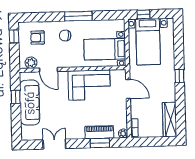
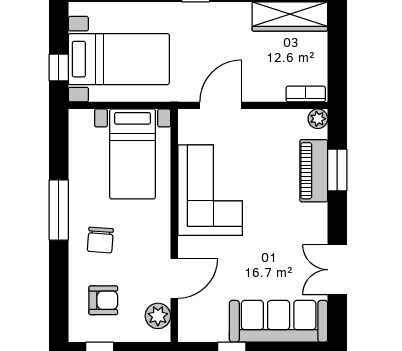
armchair: (38, 38) -> (103, 300), turned -90
sofa: (30, 103) -> (279, 321), moved

